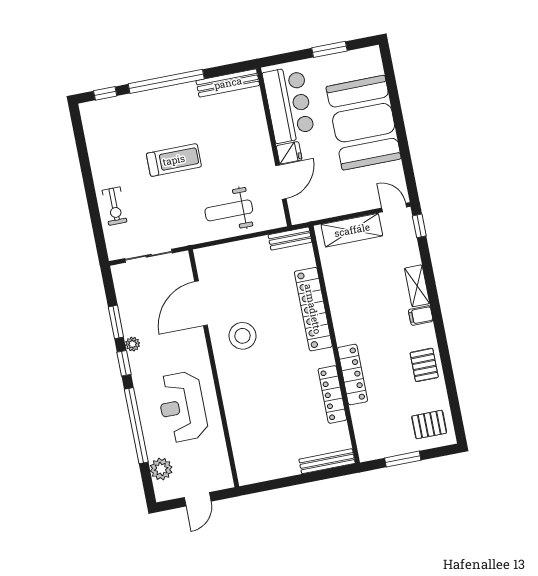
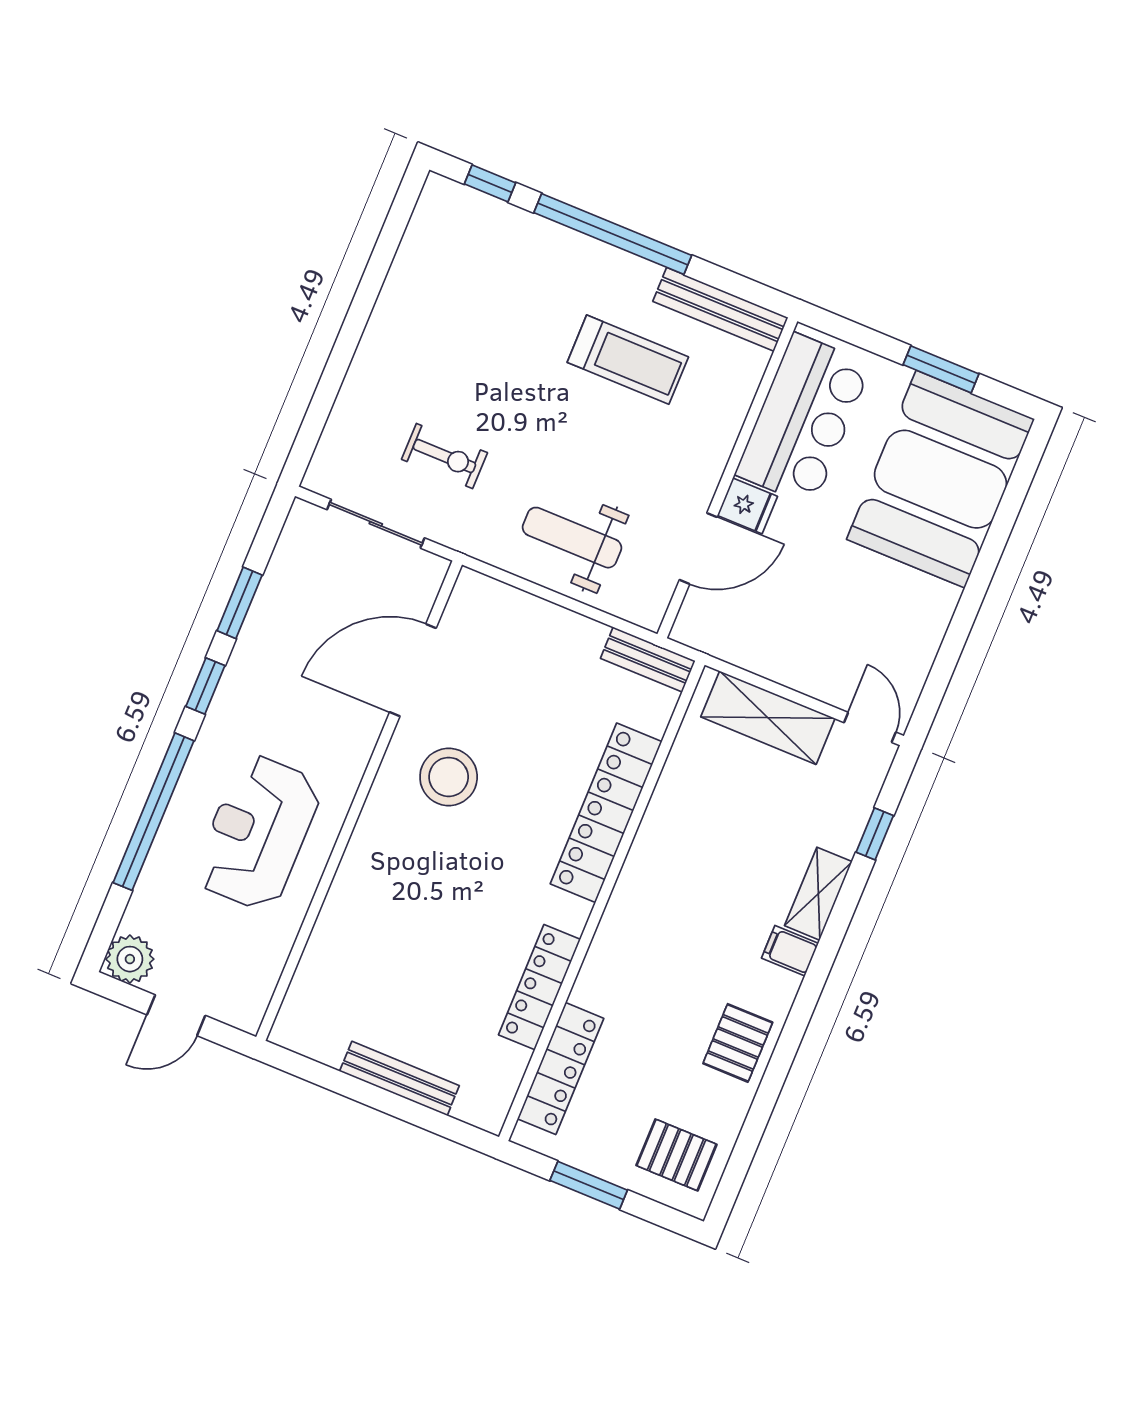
booth: (364, 123) -> (941, 479), moved
treadmill: (174, 160) -> (628, 360), moved
exercise bike: (114, 206) -> (444, 456), moved, turned -90
window: (419, 226) -> (875, 834), moved
plant: (133, 344) -> (243, 662), removed
locker: (353, 375) -> (561, 1069), moved
bench: (327, 461) -> (399, 1079), moved
plant: (161, 469) -> (130, 959), moved

